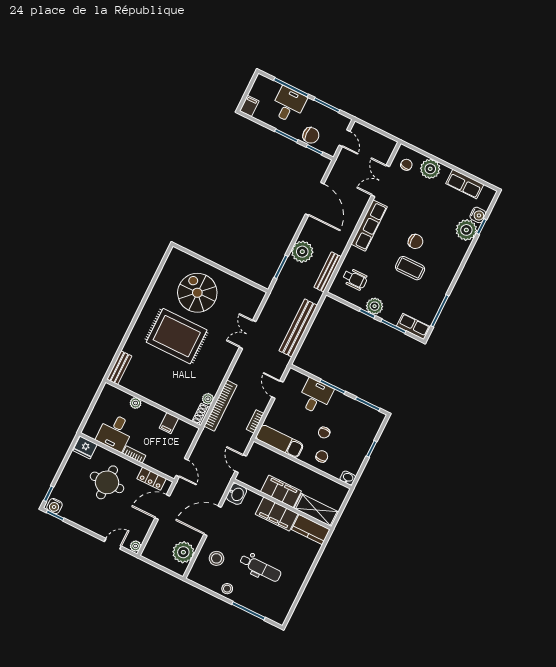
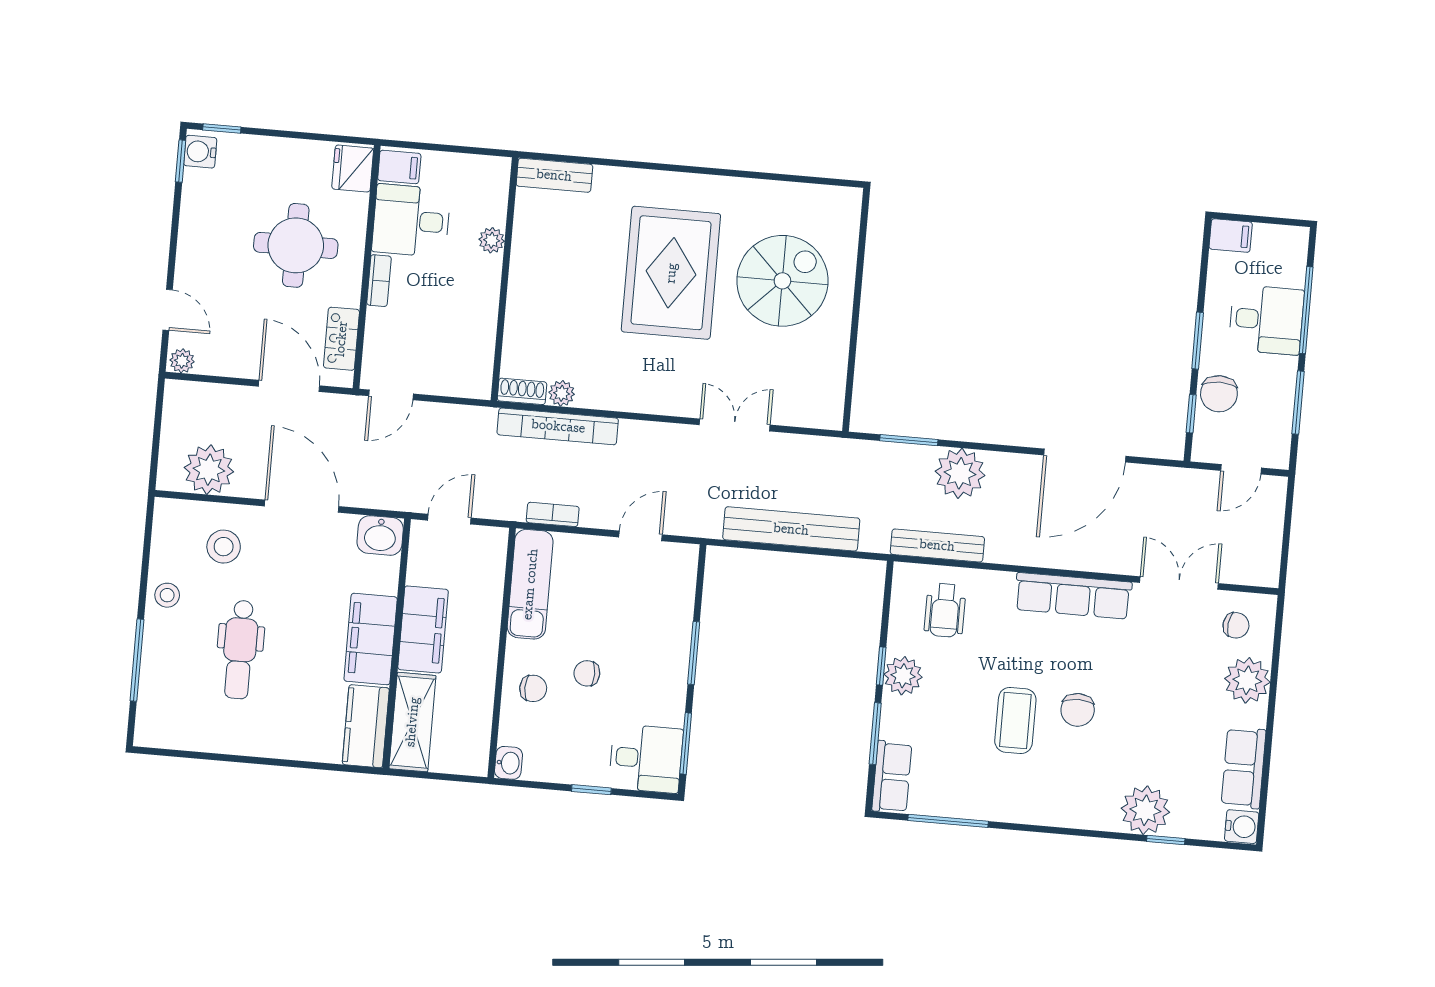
water cooler: (478, 215) -> (1242, 827), moved, turned -90
desk: (315, 396) -> (646, 759), moved
filing cabinet: (169, 423) -> (399, 167), moved, turned 180

